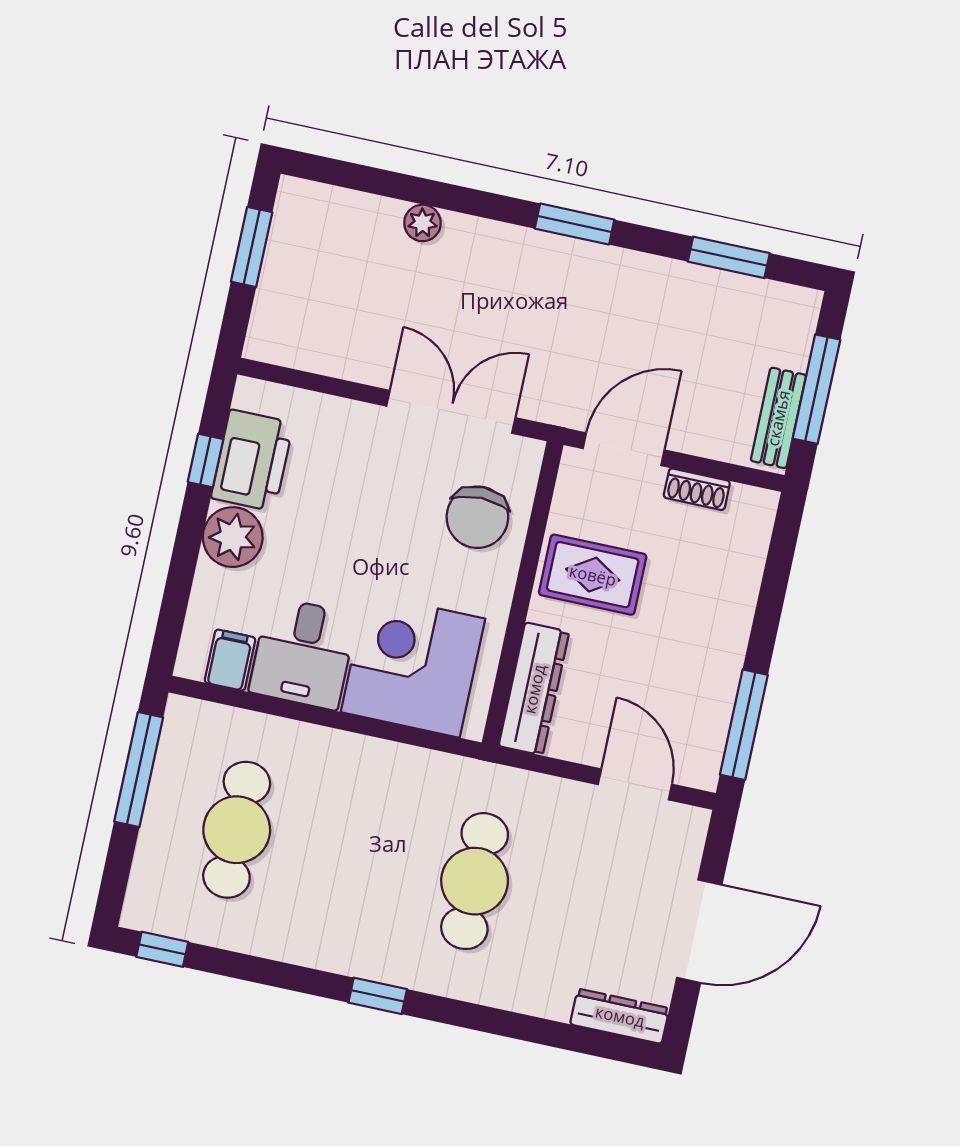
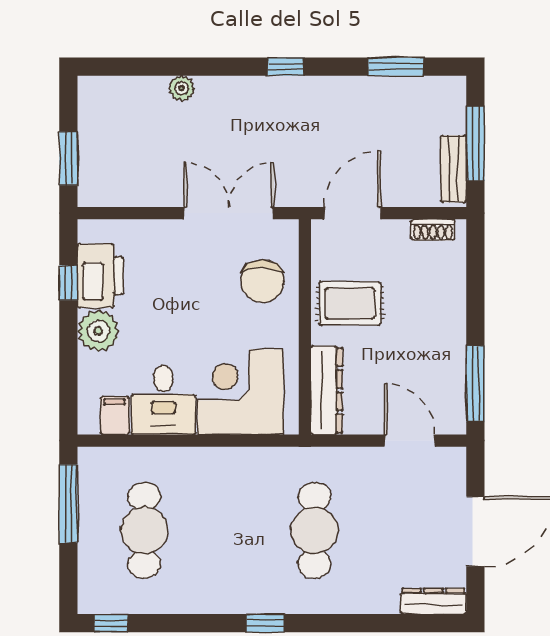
window: (575, 224) -> (286, 67), width x0.67
window: (252, 247) -> (68, 158), moved
shoe rack: (697, 489) -> (433, 230), moved

